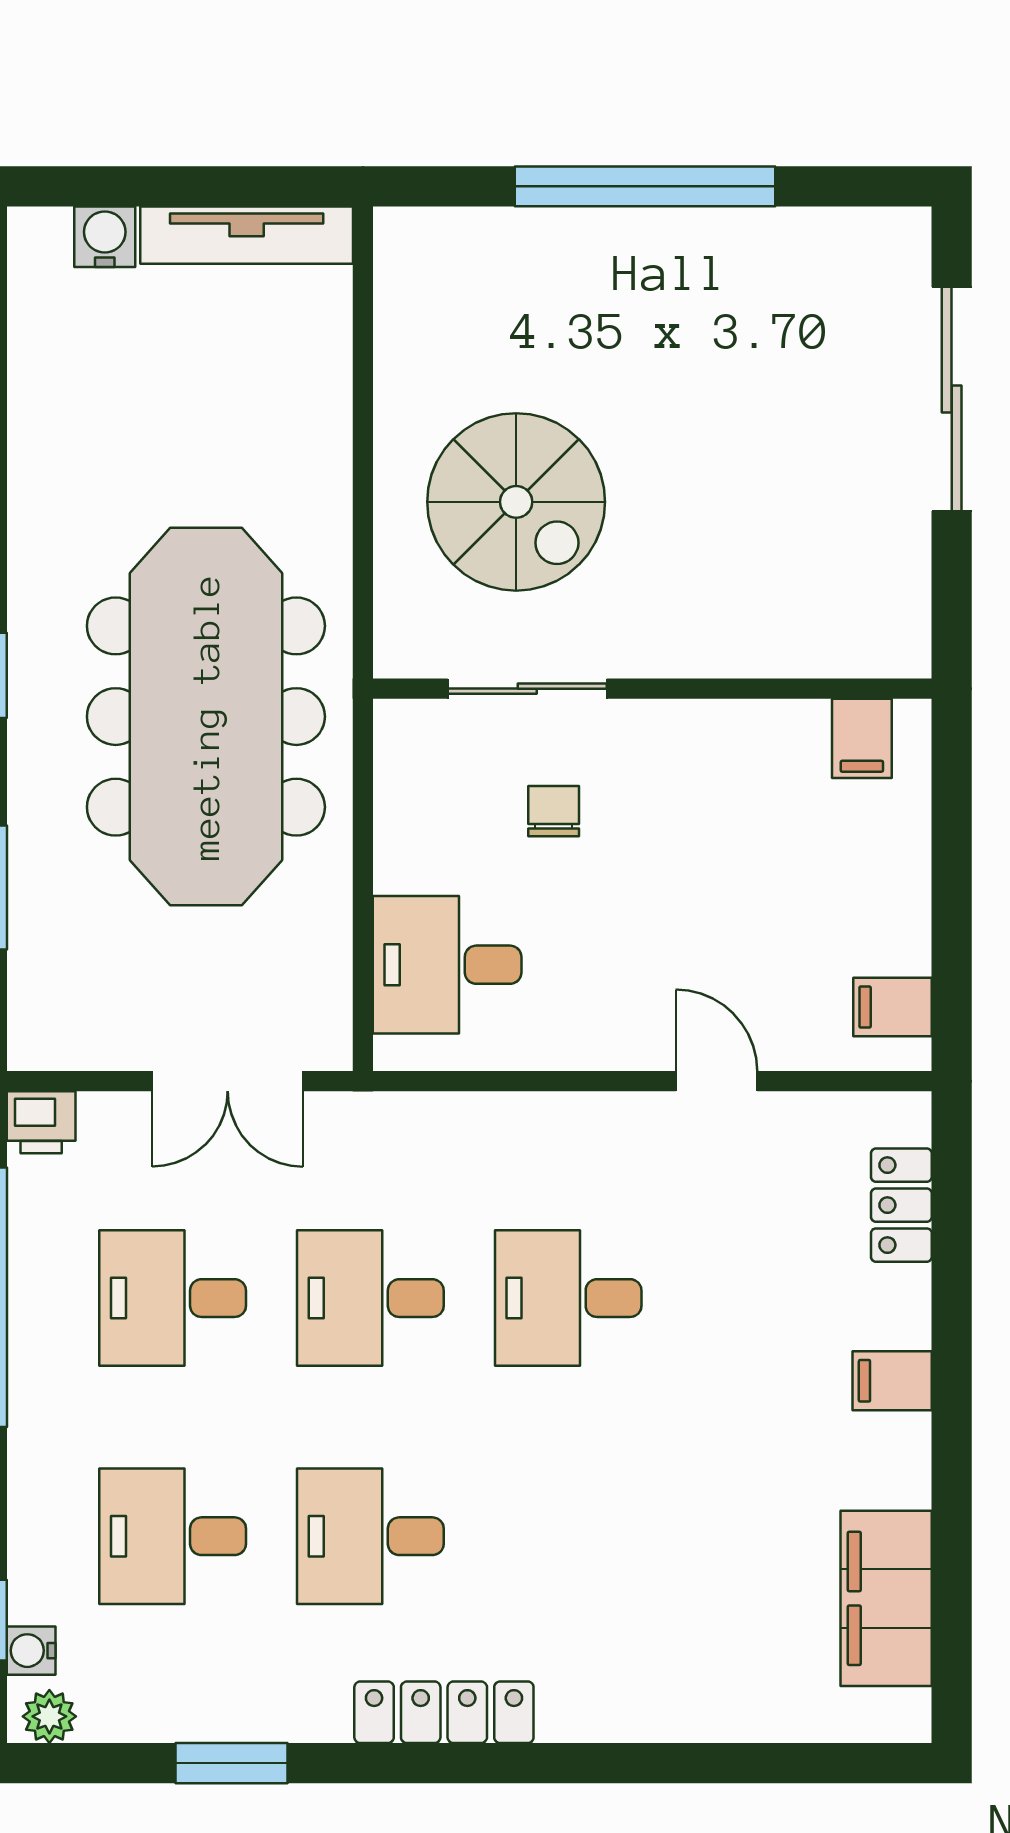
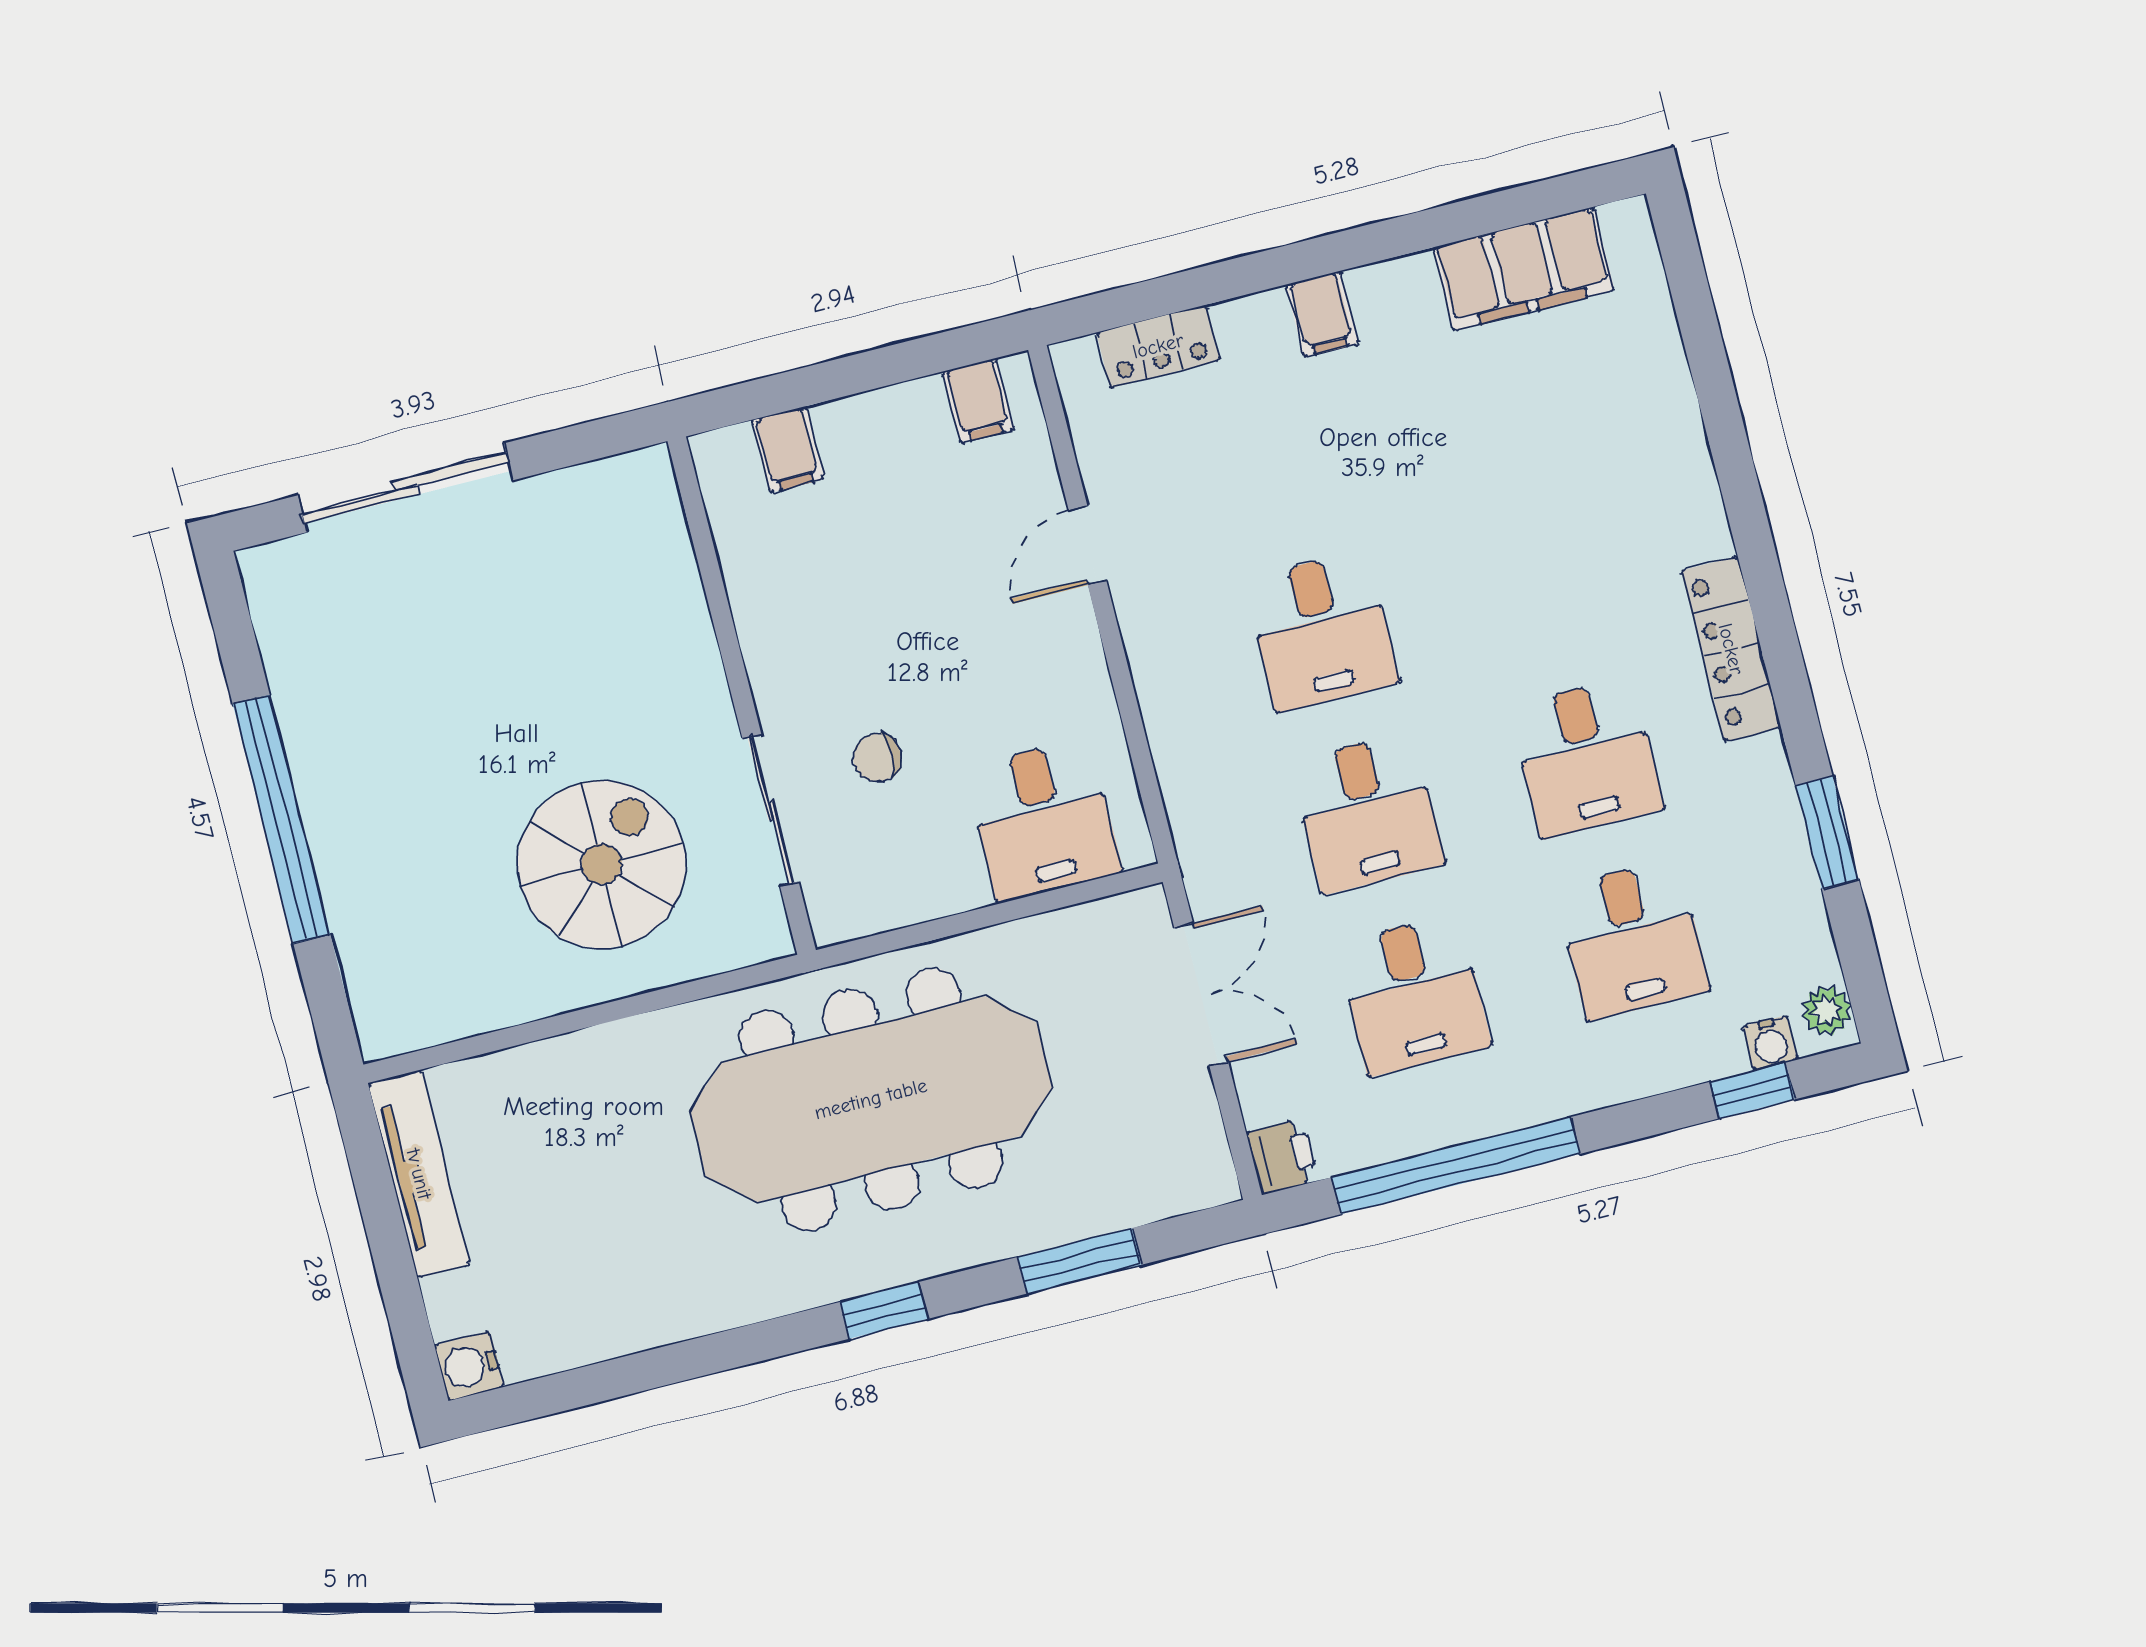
water cooler: (105, 237) -> (469, 1366), moved
filing cabinet: (862, 738) -> (788, 449), moved, turned 90

